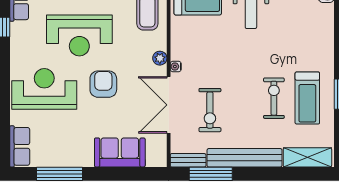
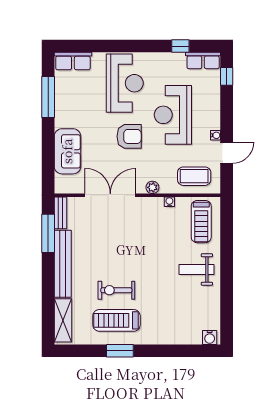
water cooler: (176, 66) -> (169, 202), moved
exercise bike: (274, 98) -> (116, 290), turned 180
exercise bike: (210, 110) -> (106, 233), removed

